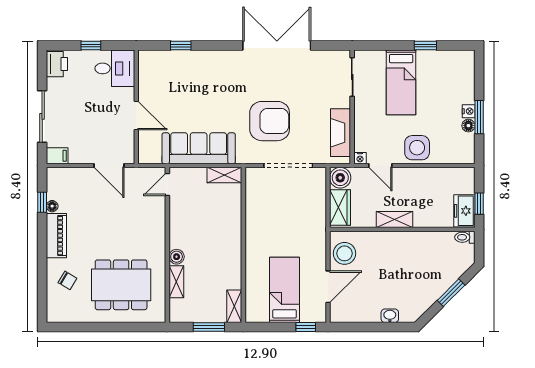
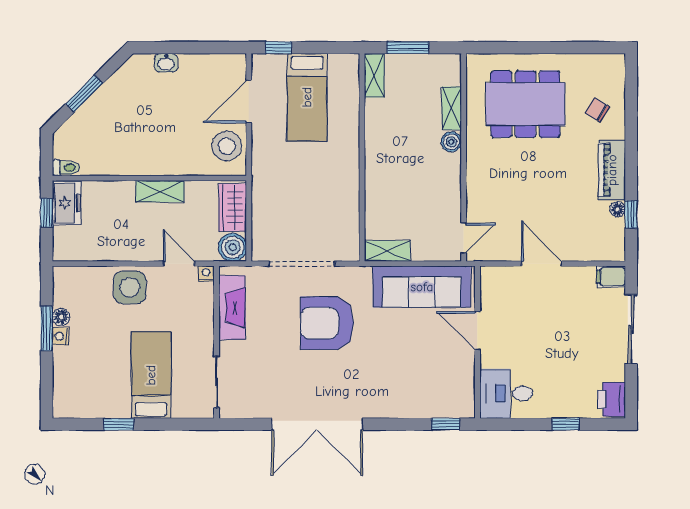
desk: (115, 68) -> (506, 393), moved
wall: (136, 107) -> (477, 342), moved
door: (136, 115) -> (477, 331), moved

